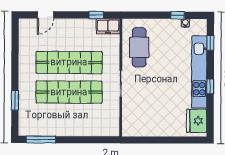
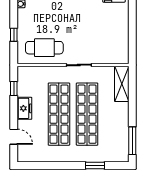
window: (178, 15) -> (14, 35), moved
freezer: (108, 26) -> (24, 108), moved
shelving: (101, 129) -> (122, 84), added

